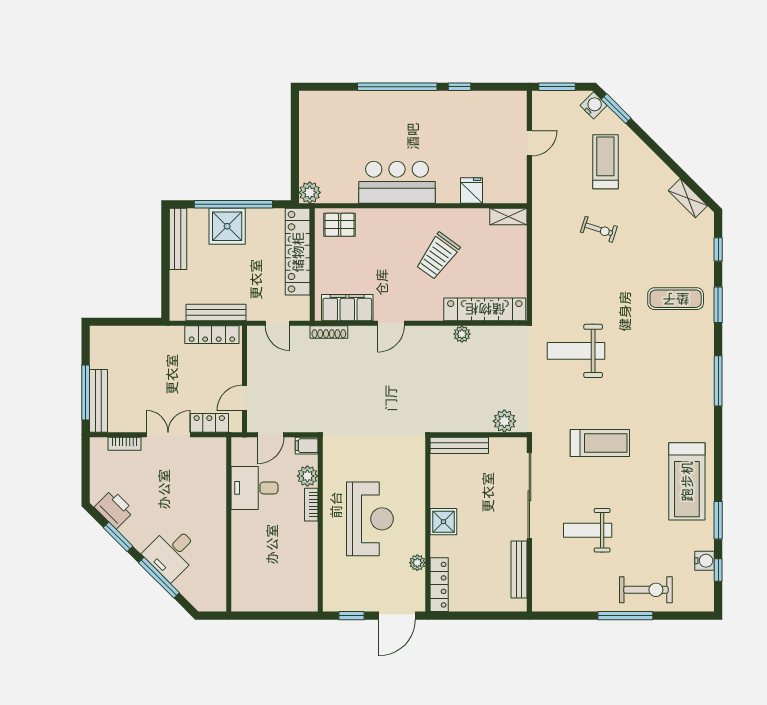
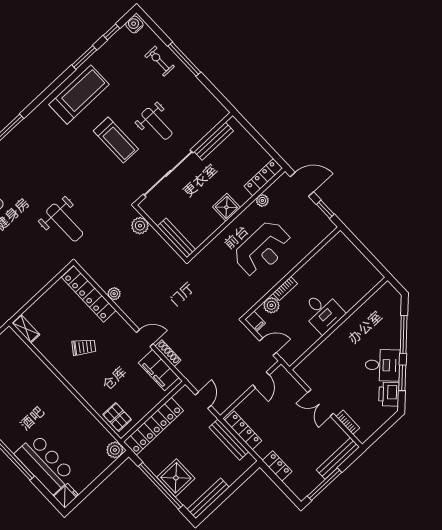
bar counter: (397, 182) -> (45, 464), moved, turned 180
fridge: (472, 191) -> (66, 496), moved, turned 180
trolley: (438, 256) -> (84, 347), width x0.73, depth x0.72
shoe rack: (329, 332) -> (168, 353), moved
window: (86, 393) -> (325, 484), moved
door: (245, 398) -> (261, 380), hinge flipped
locker: (209, 423) -> (277, 466), moved, turned 180
treadmill: (600, 443) -> (116, 140), moved, turned 180
desk: (254, 488) -> (323, 312), moved
reception desk: (370, 519) -> (263, 249), turned 180
desk: (172, 553) -> (383, 365), moved
water cooler: (705, 561) -> (134, 24), moved
exercise bike: (646, 590) -> (160, 61), width x0.73, depth x0.72

